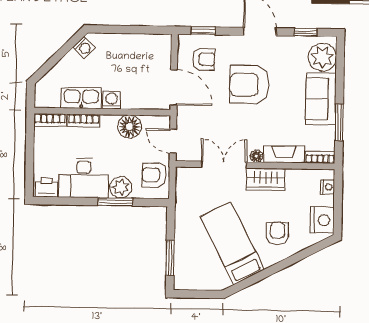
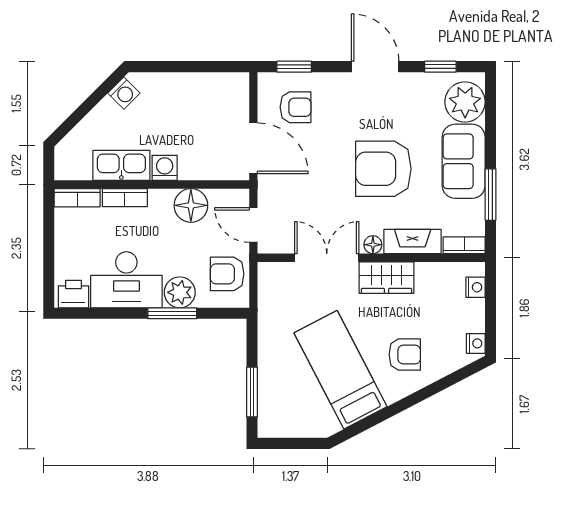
armchair: (249, 85) -> (383, 169), moved
nightstand: (322, 220) -> (476, 343), width x0.53, depth x0.56
armchair: (277, 233) -> (405, 355), turned 90

